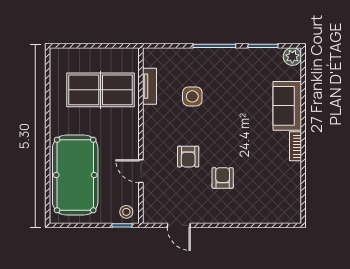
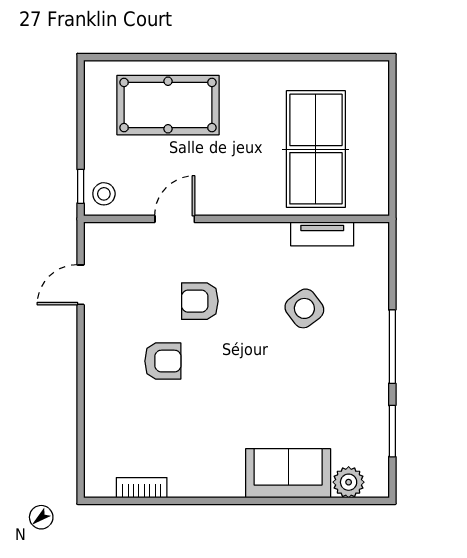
plant: (292, 56) -> (349, 482), moved
side table: (192, 96) -> (304, 308), turned -37
bookcase: (296, 146) -> (142, 488), moved
pool table: (75, 175) -> (168, 105), width x0.73, depth x0.76

